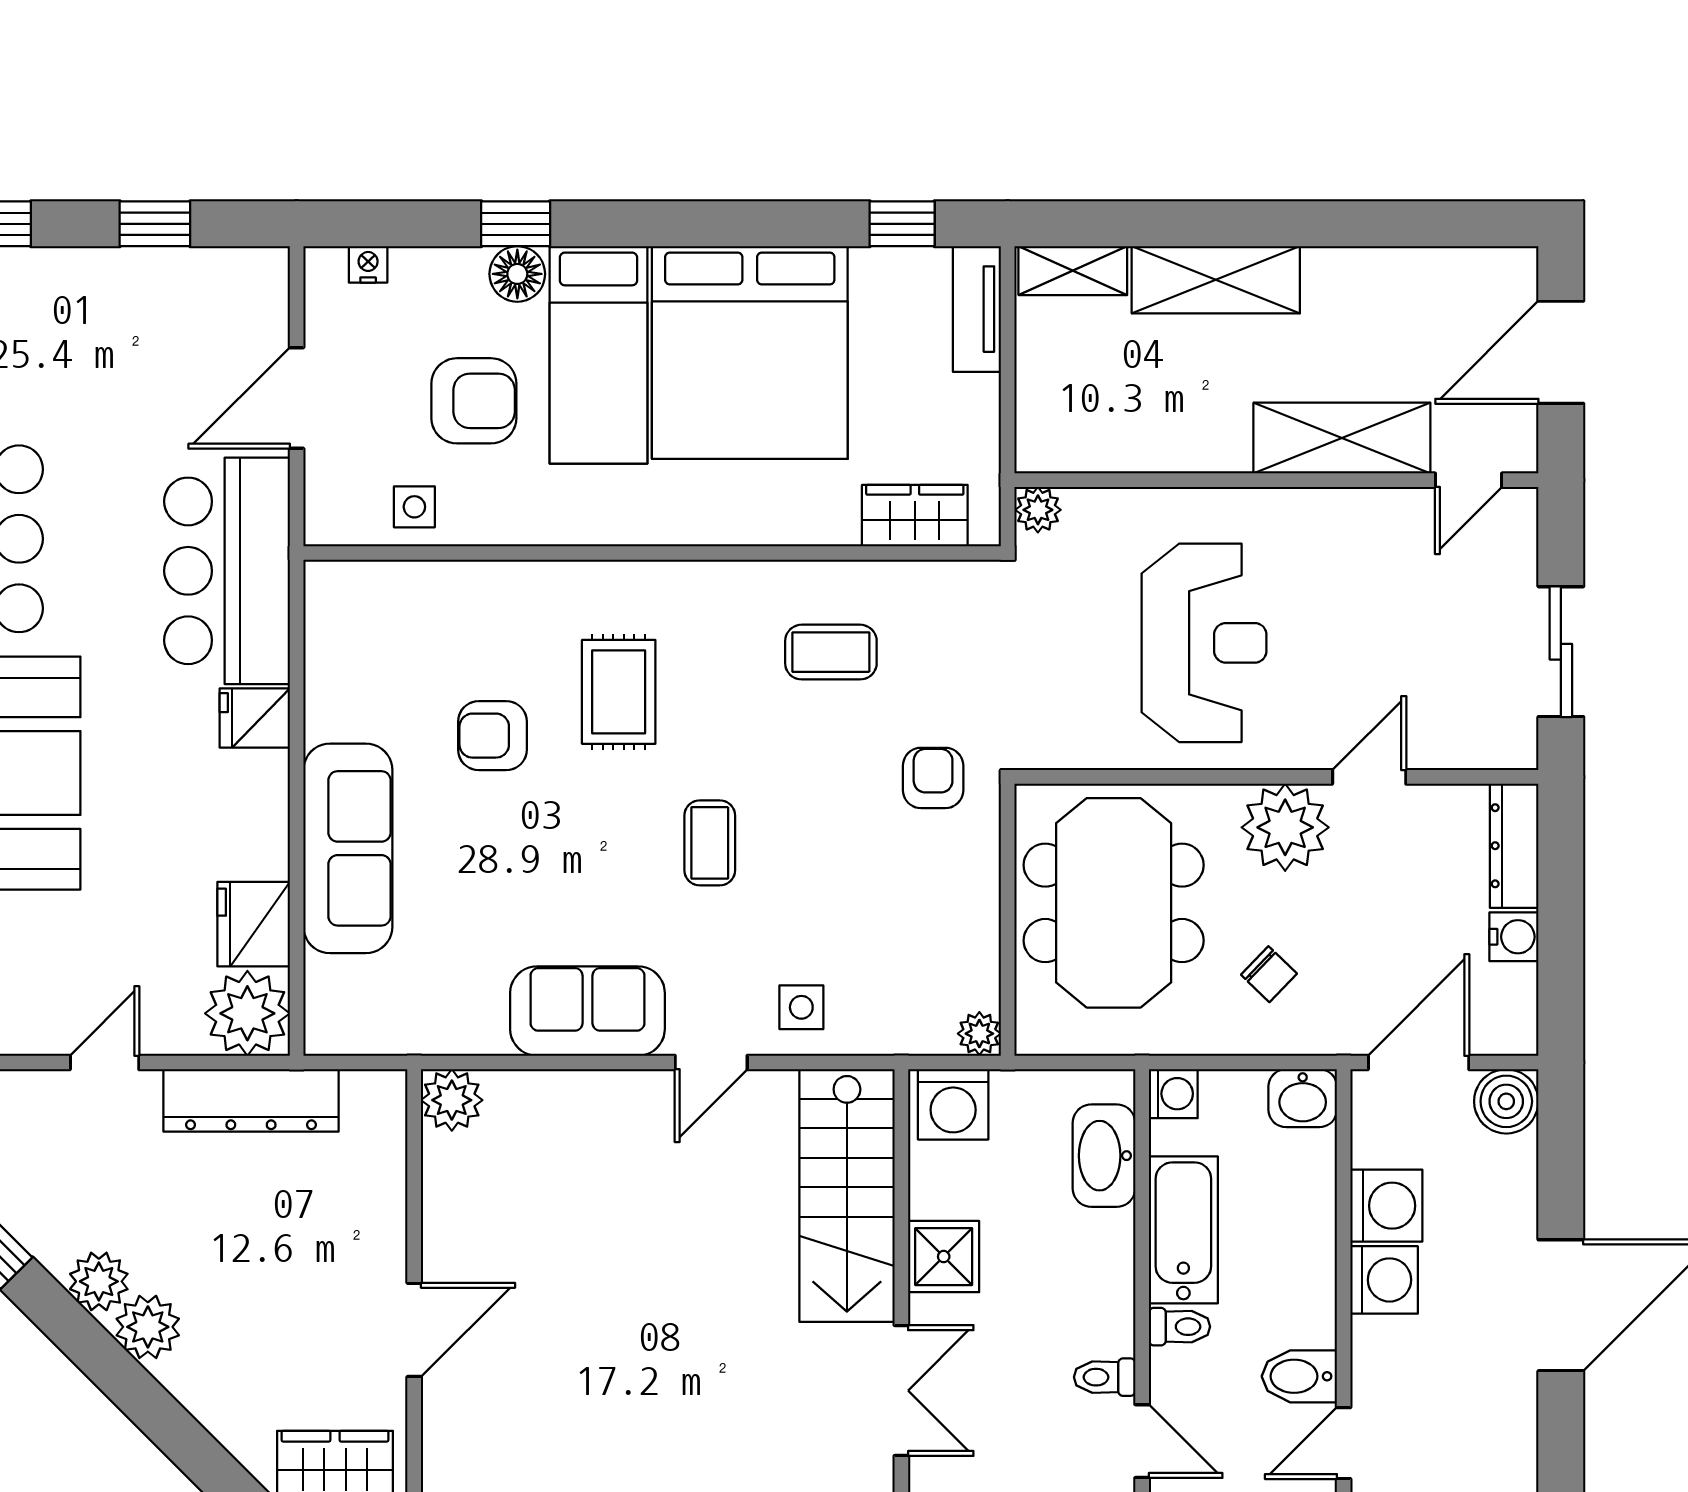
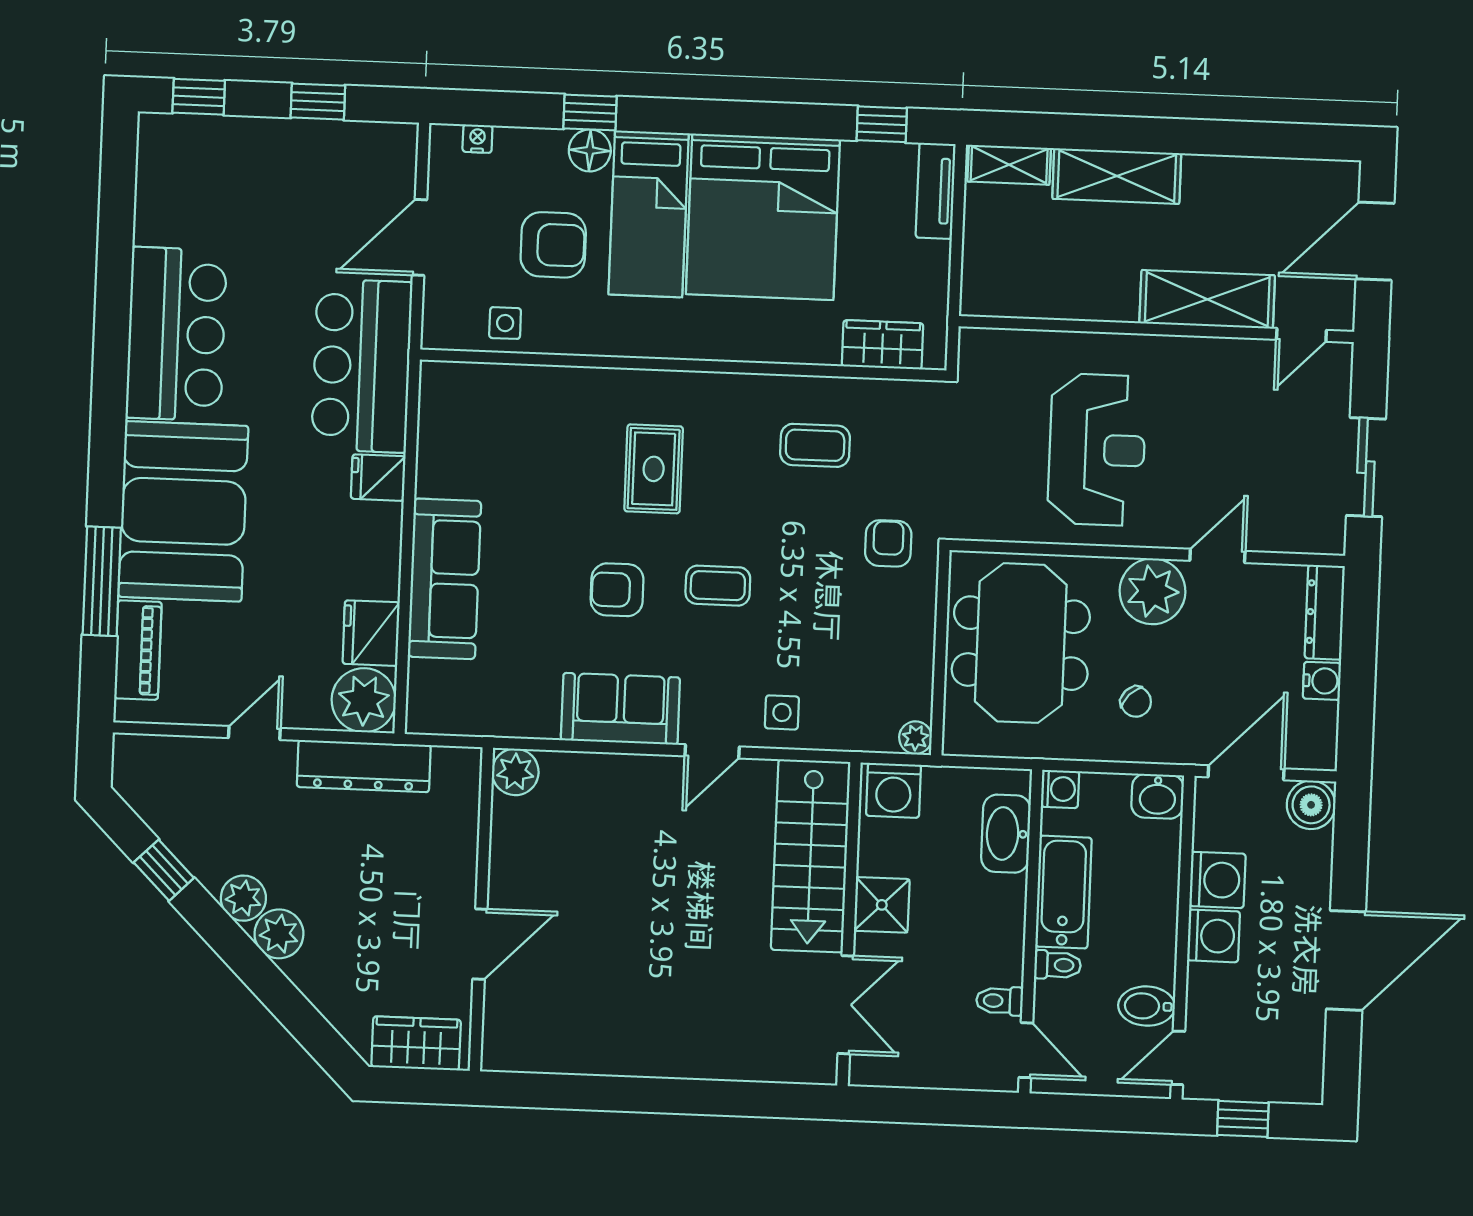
plant: (1038, 510) -> (976, 344), removed
armchair: (492, 736) -> (617, 590), moved
coffee table: (710, 843) -> (718, 586), turned 90

